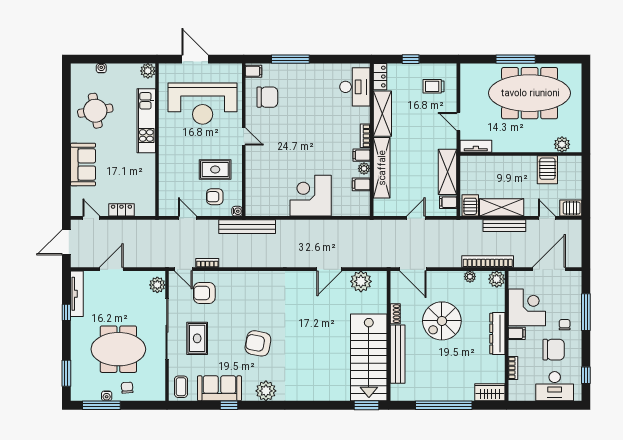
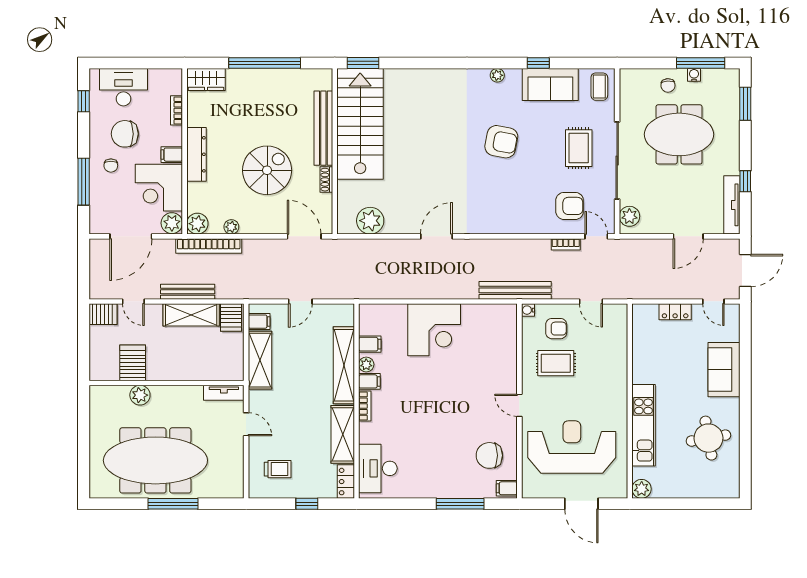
water cooler: (101, 68) -> (701, 492), removed
plant: (562, 144) -> (140, 395), moved
door: (329, 269) -> (436, 236), moved
plant: (517, 279) -> (172, 223), added
plant: (266, 391) -> (497, 75), width x0.53, depth x0.53

